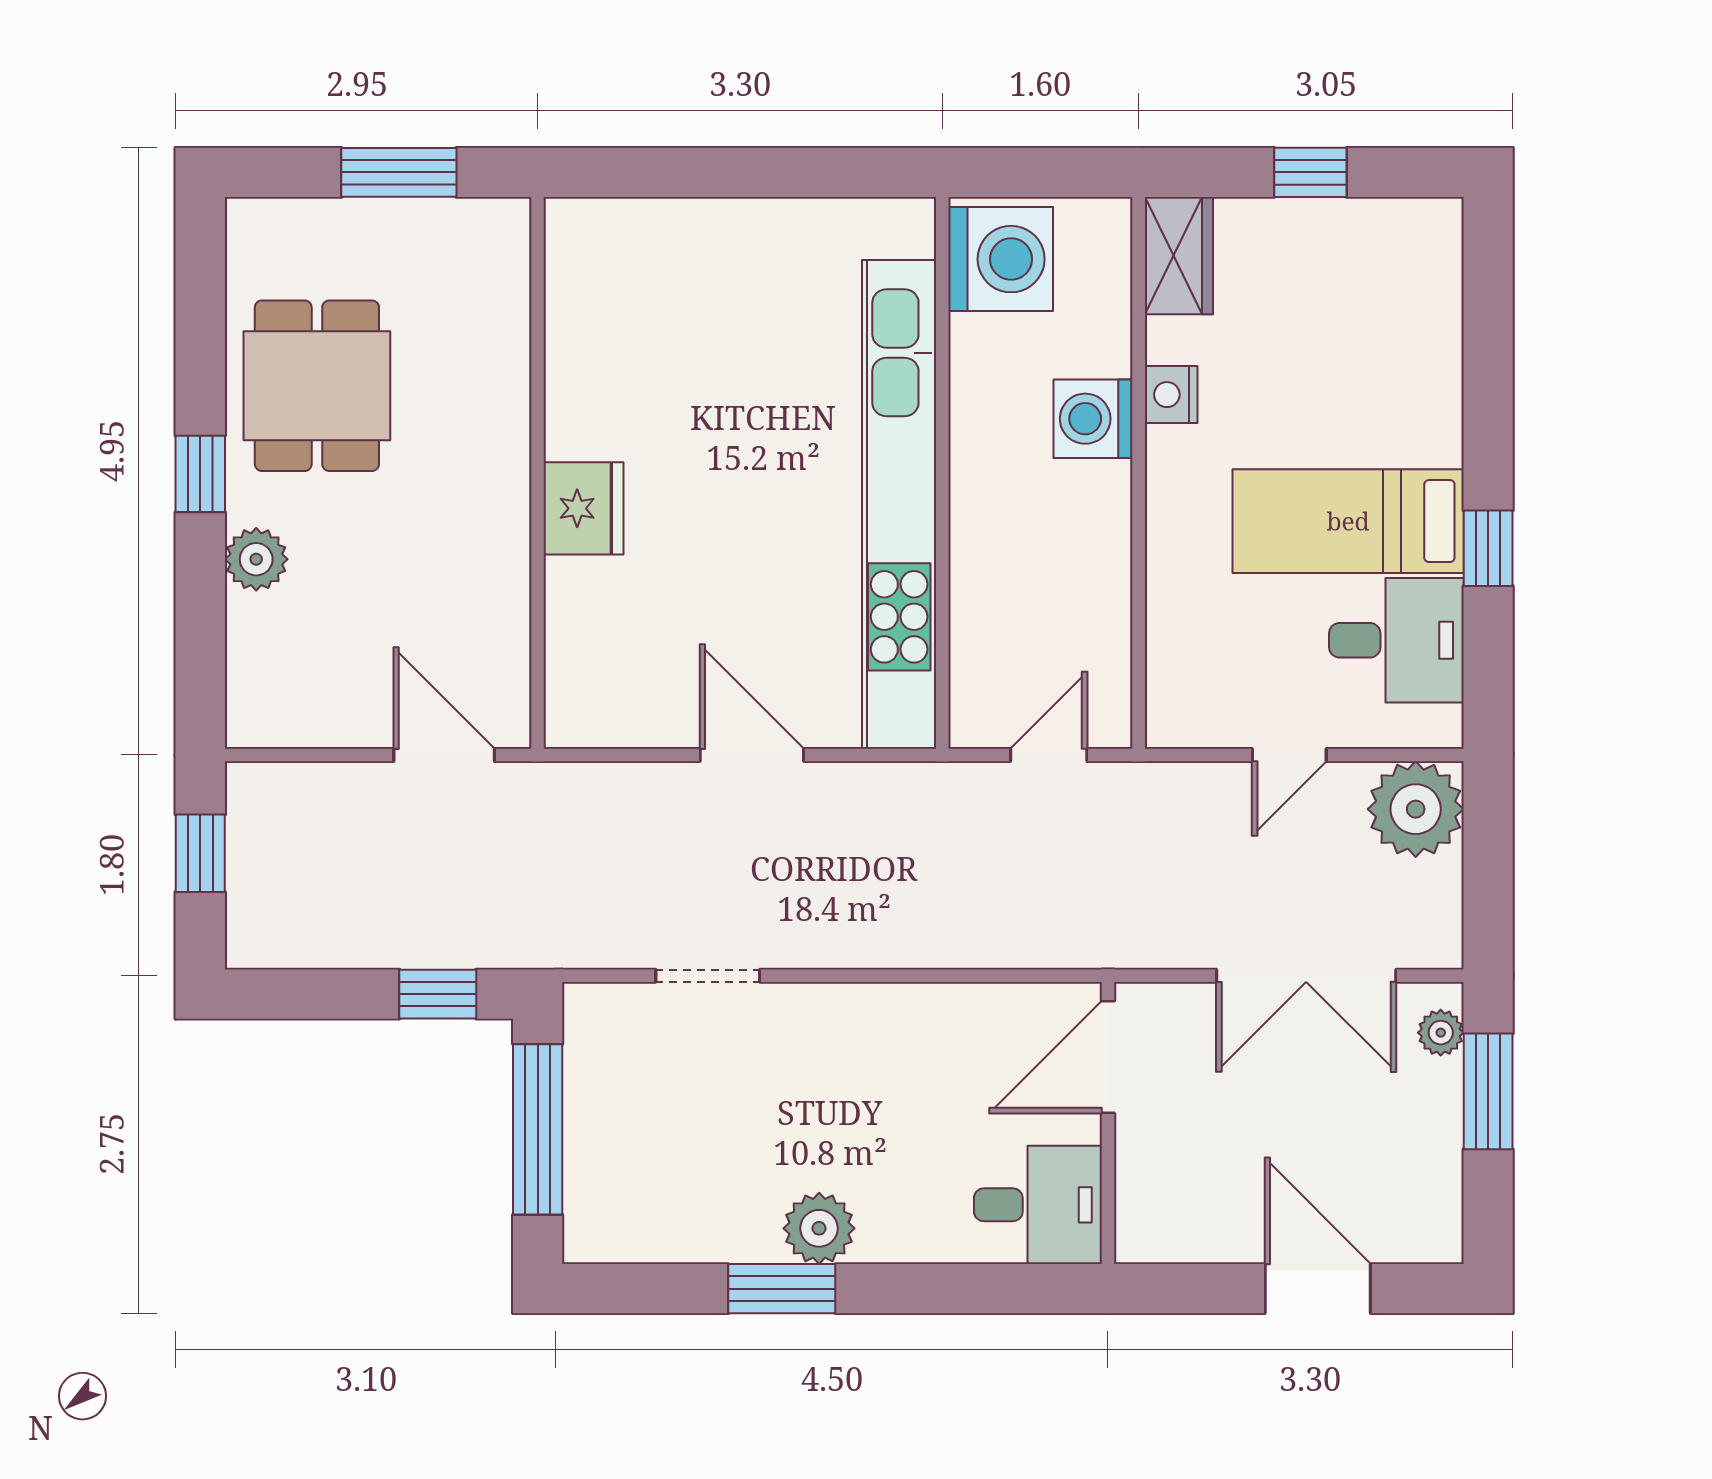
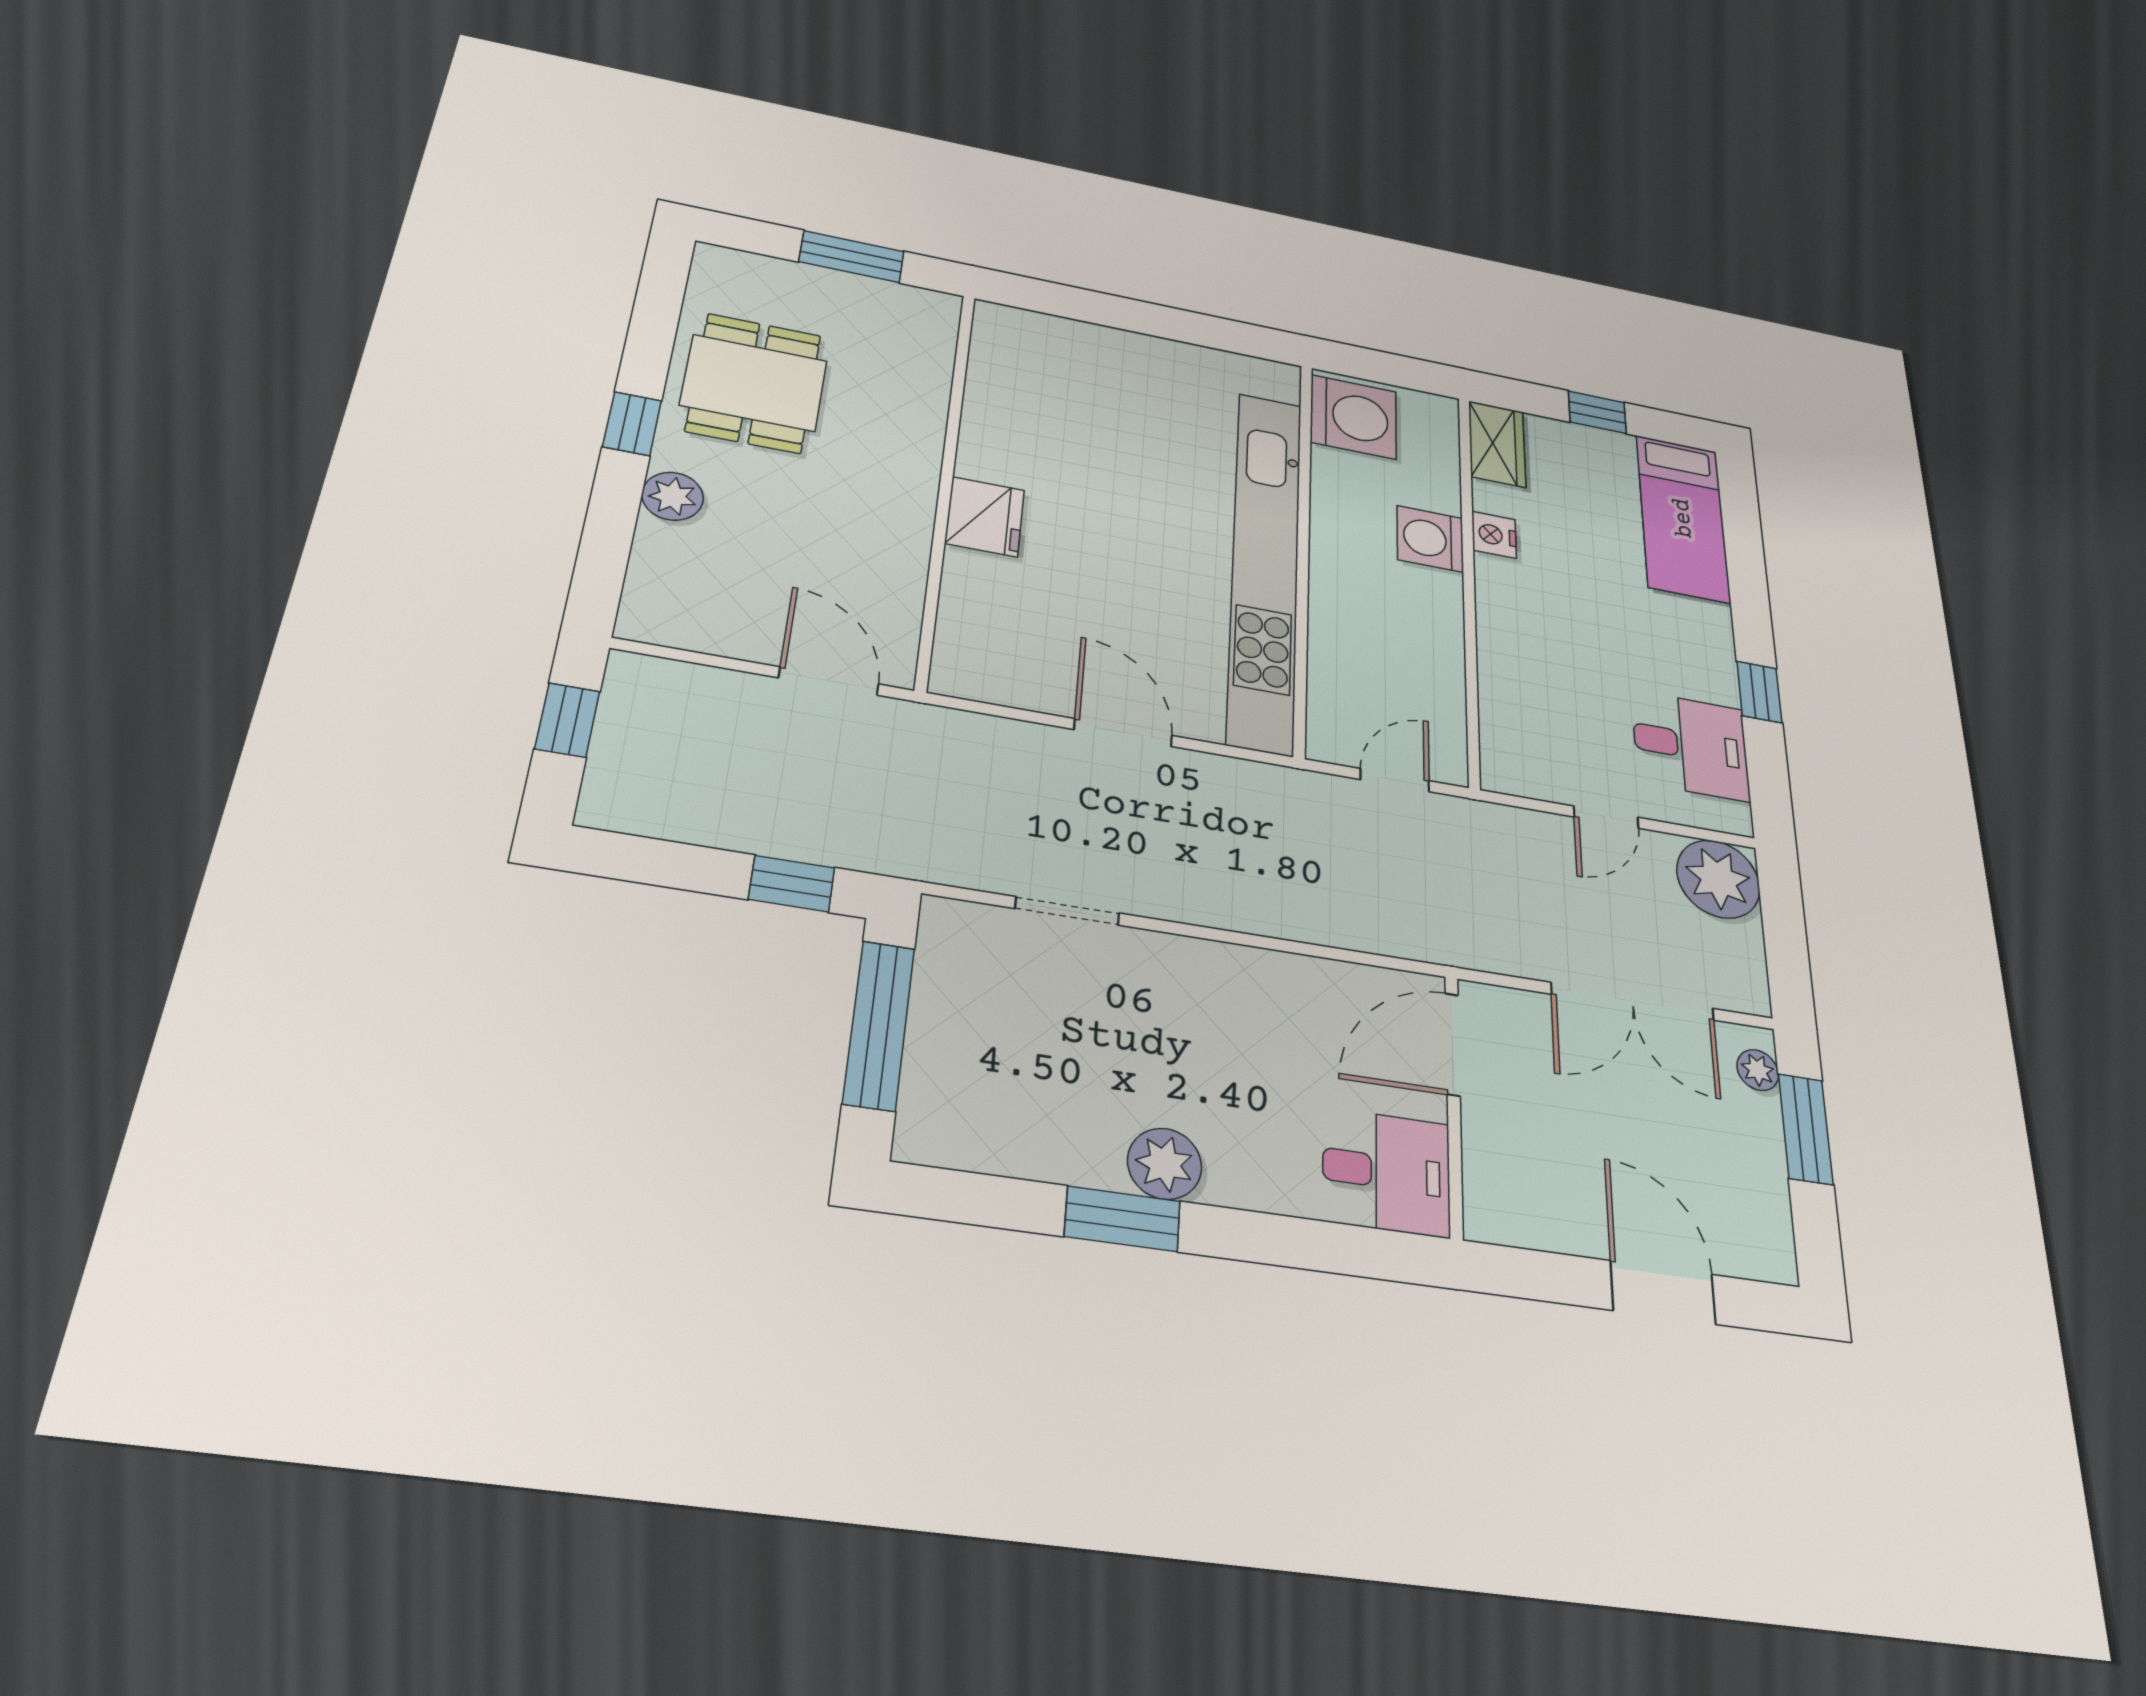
bed: (1348, 521) -> (1683, 518), moved, turned -90

